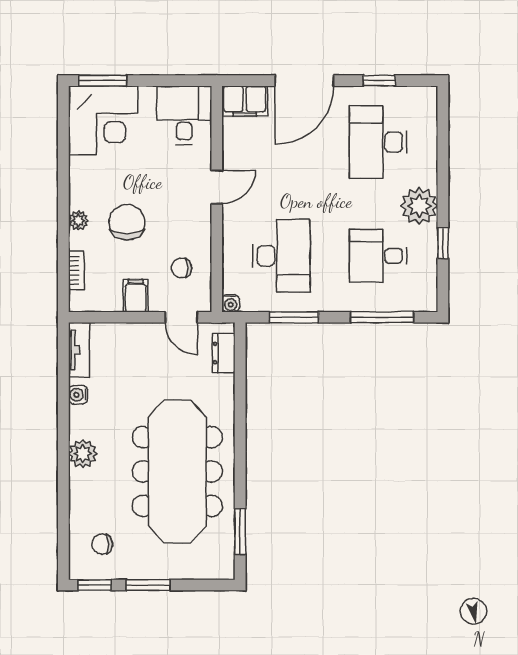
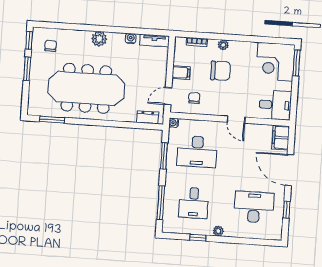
plant: (419, 206) -> (218, 231), width x0.53, depth x0.53
desk: (378, 256) -> (194, 203), turned 180

